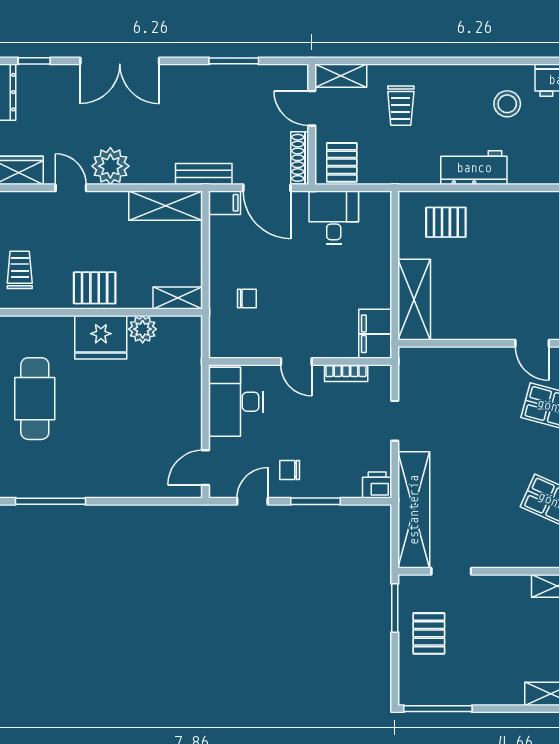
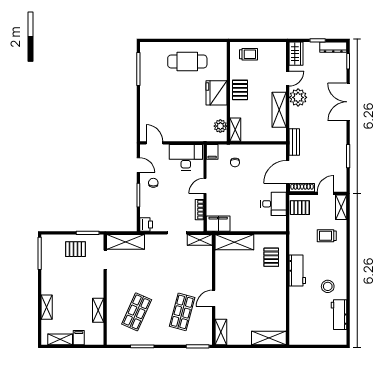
filing cabinet: (225, 203) -> (212, 152), moved
shelving: (166, 206) -> (279, 110), moved
plant: (143, 329) -> (220, 126), moved
shelving: (410, 372) -> (200, 240), added
shelving: (414, 510) -> (125, 242), width x0.68

